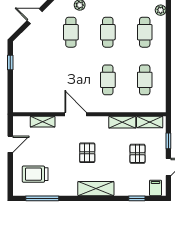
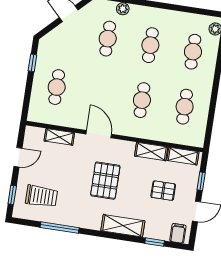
cafe table: (34, 80) -> (57, 87), added
pallet: (87, 153) -> (105, 181), width x1.50, depth x1.42
pallet: (137, 154) -> (163, 191), turned 90
trolley: (35, 174) -> (41, 196), turned 180
window: (10, 177) -> (12, 195), added
shelving: (96, 189) -> (123, 226), moved
window: (42, 198) -> (60, 228), moved

